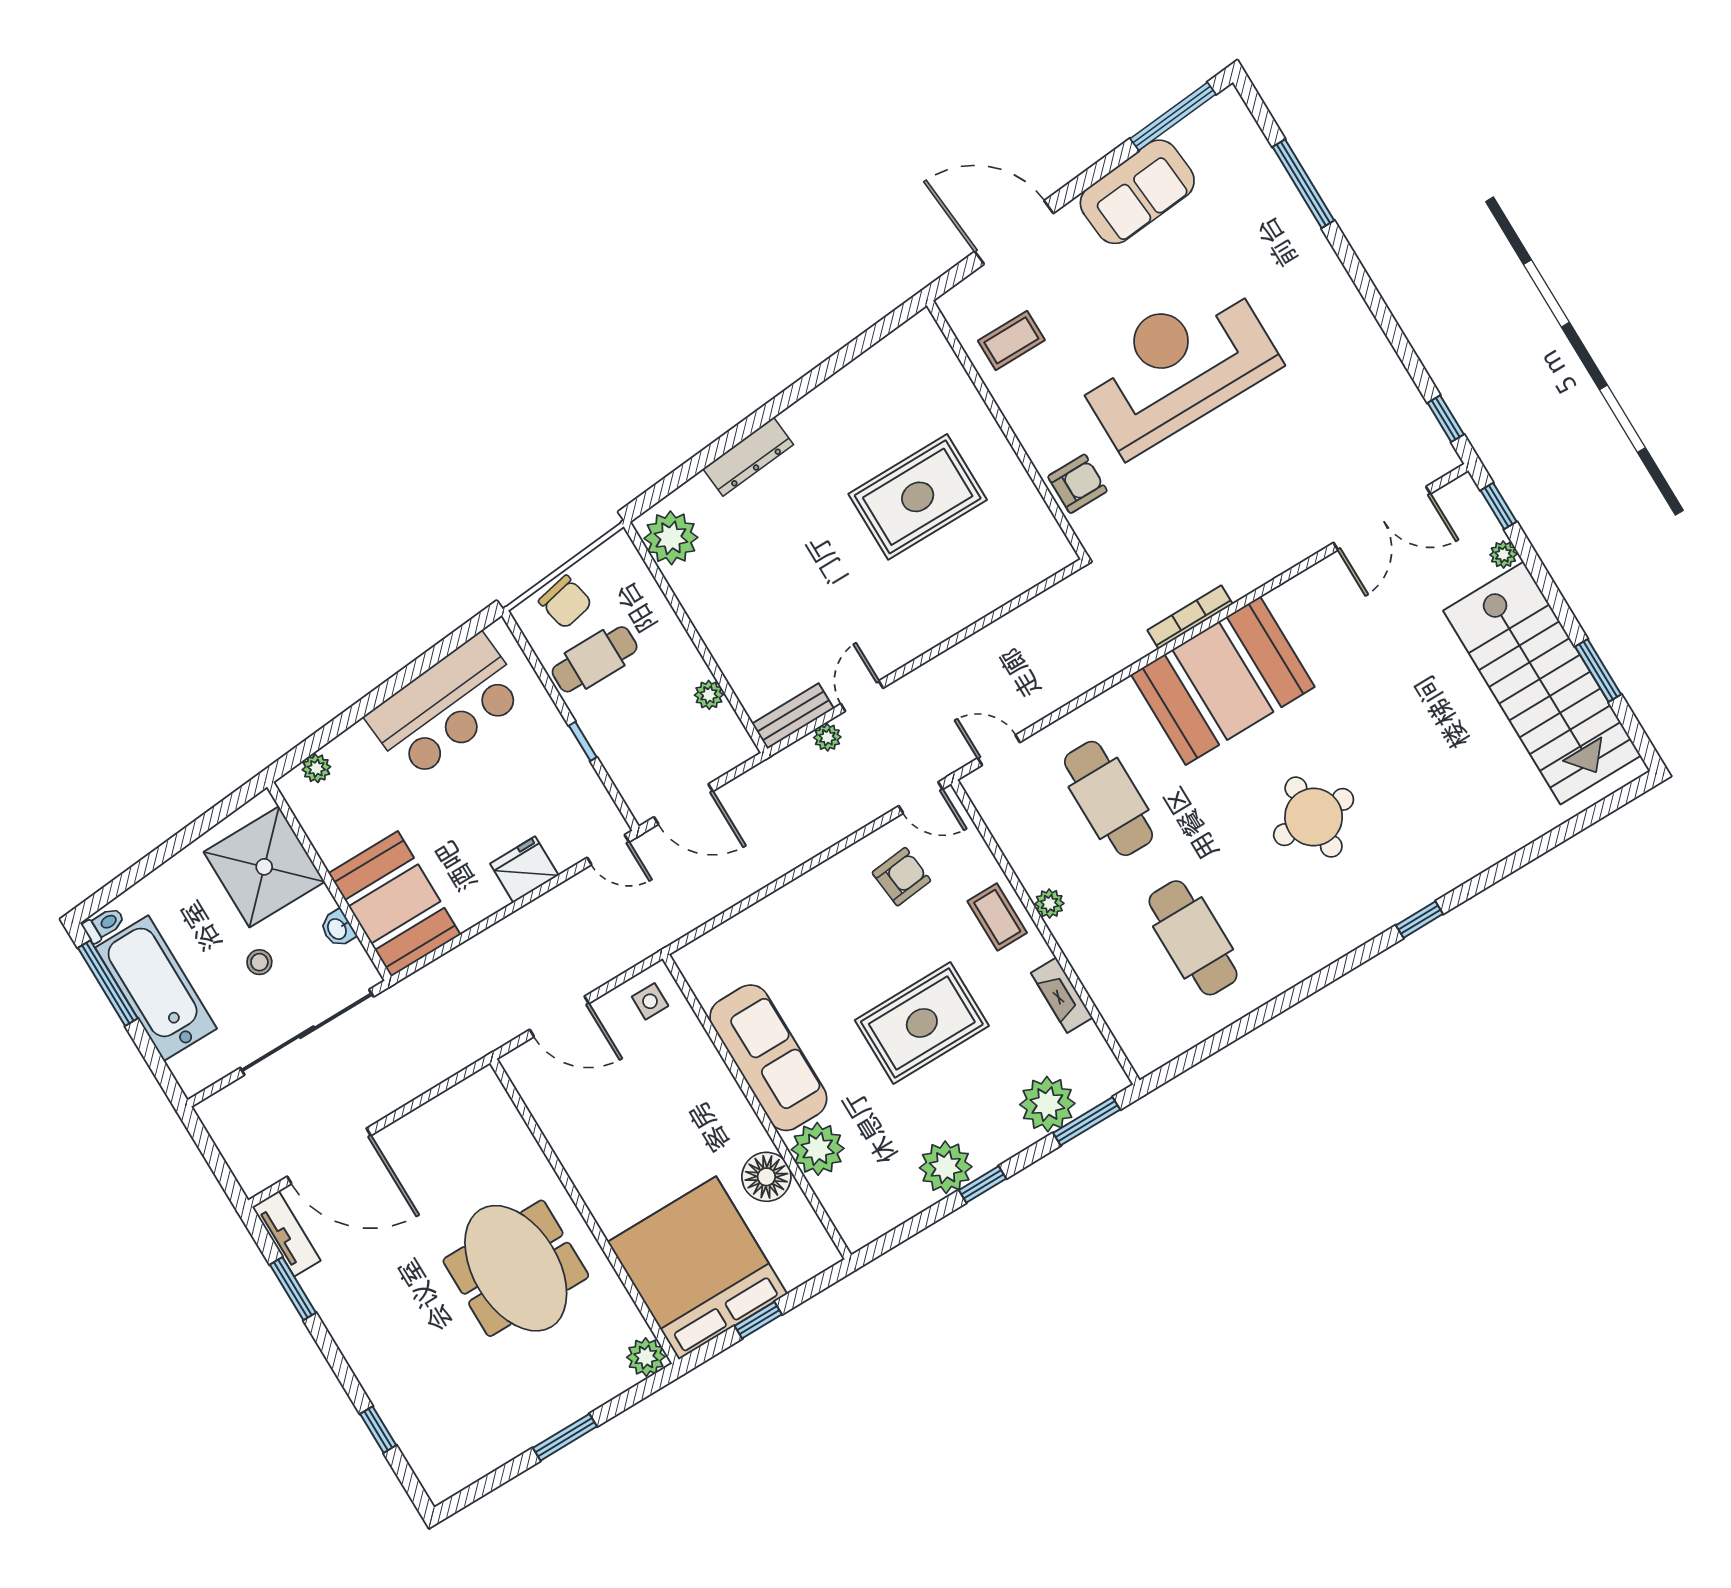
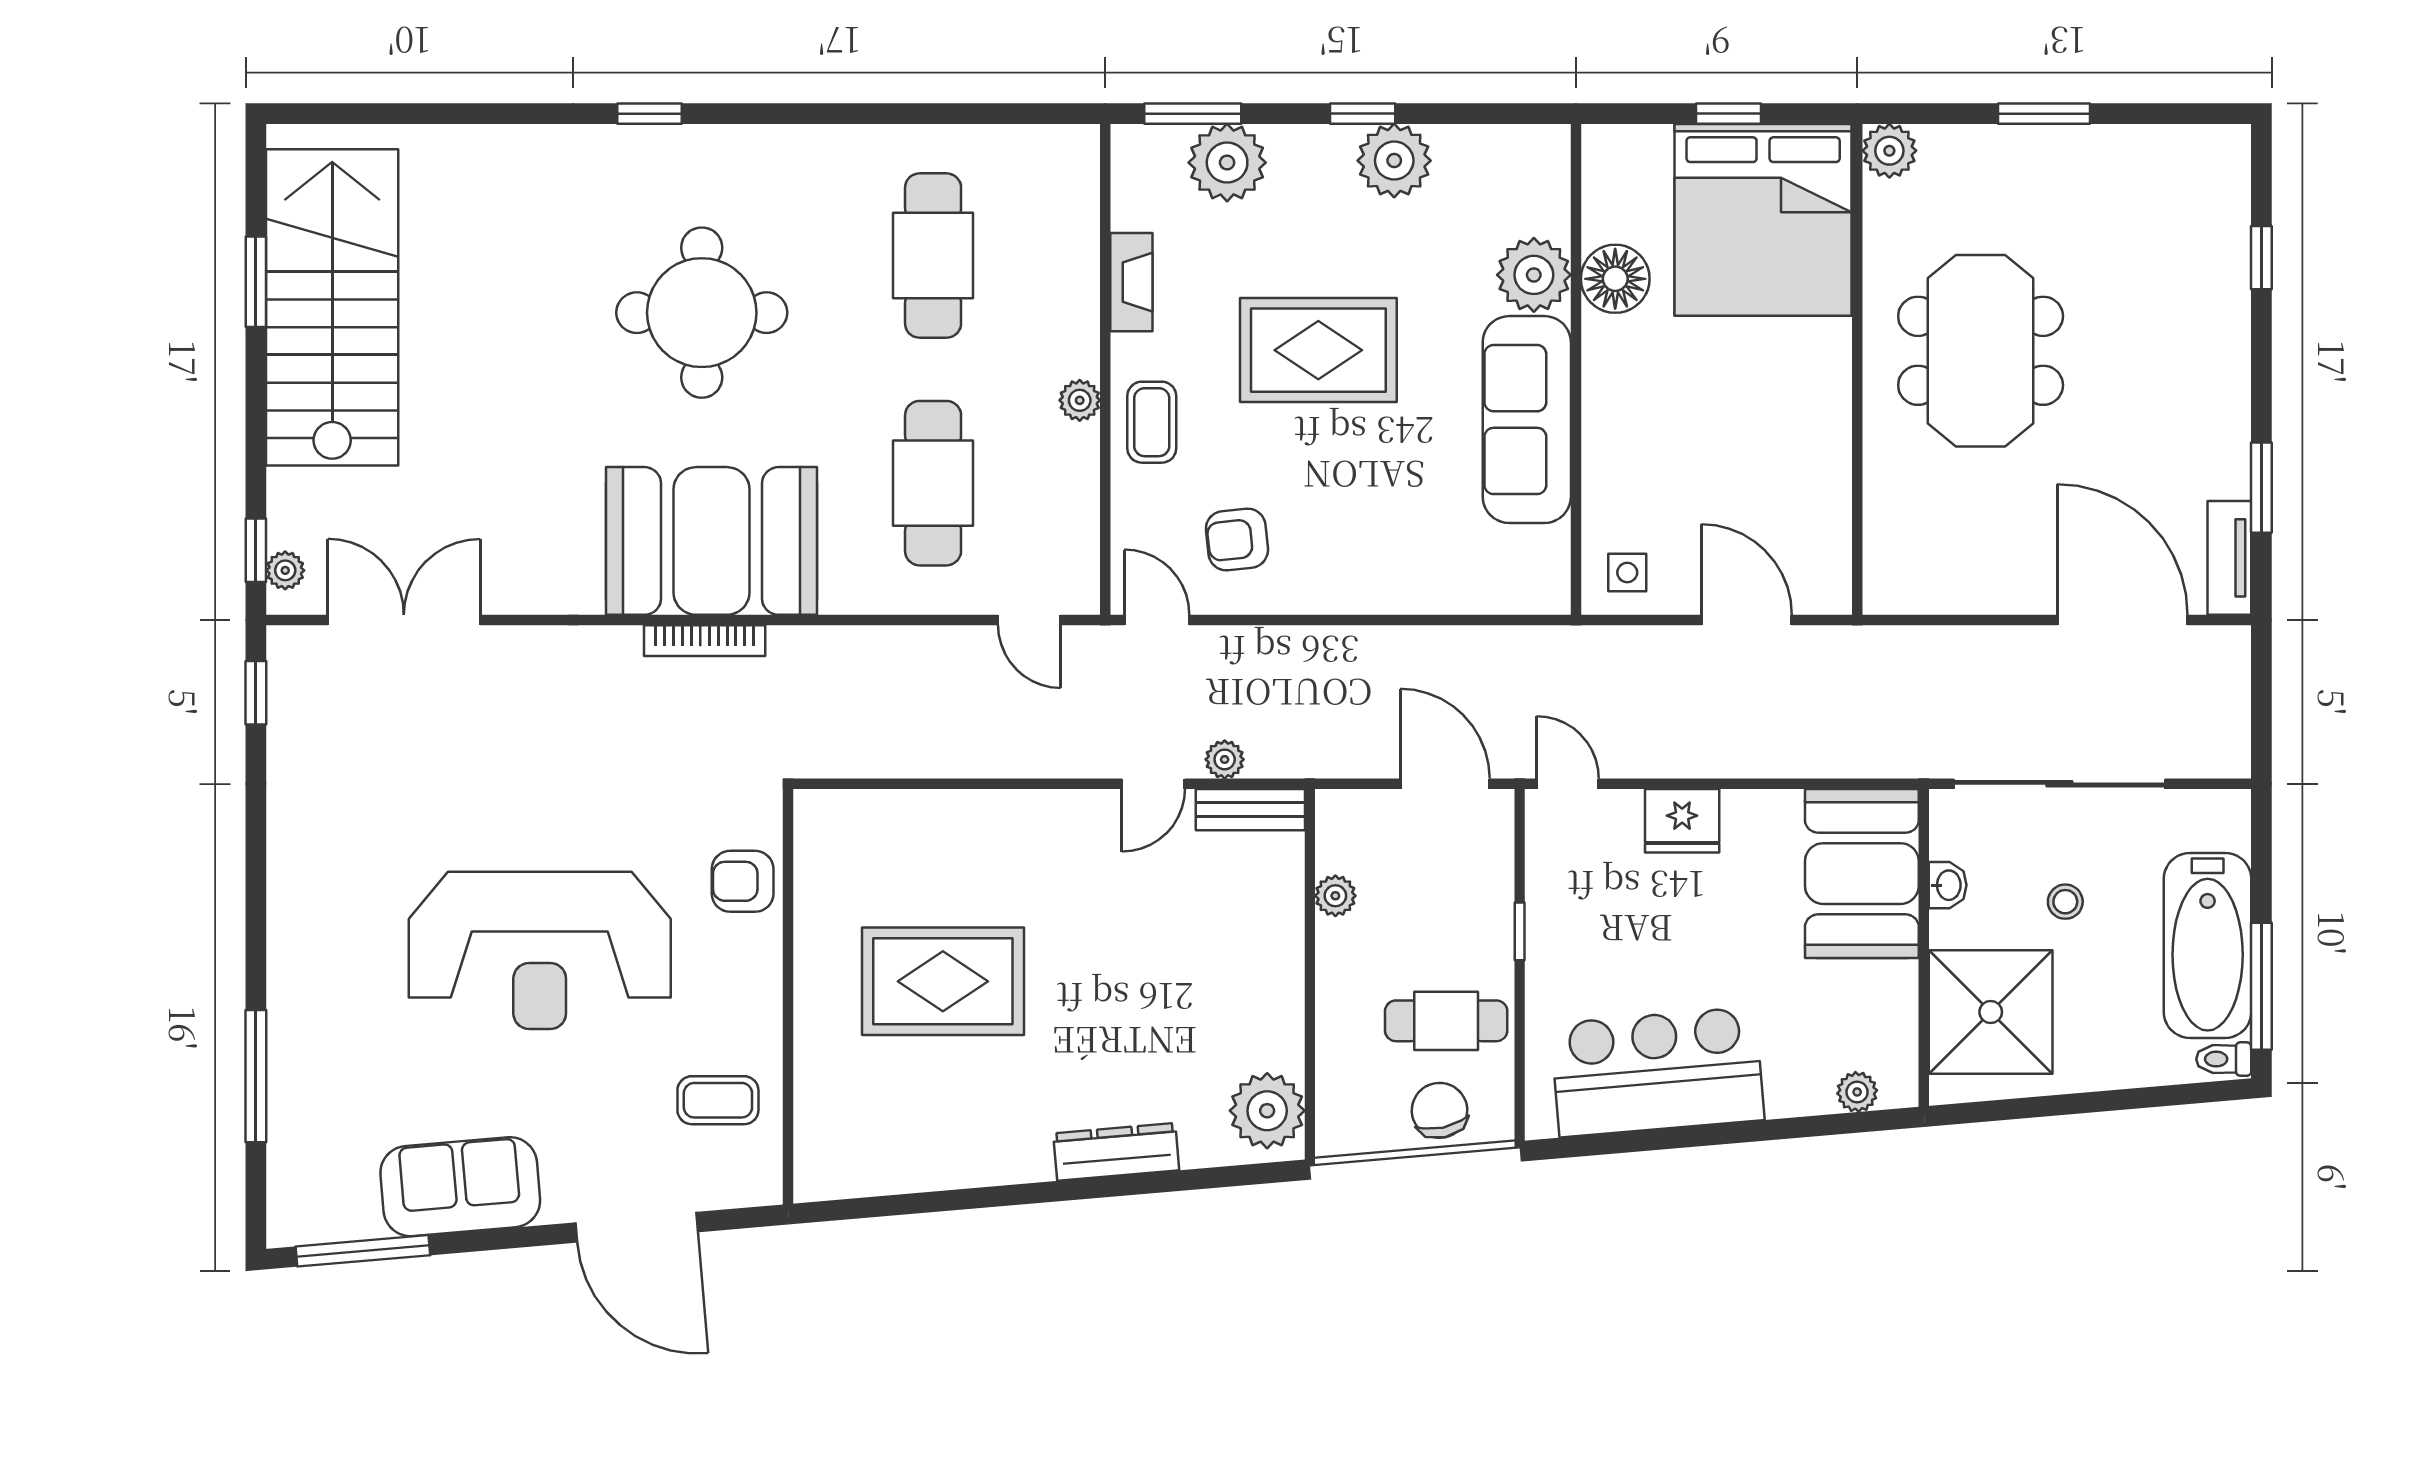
plant: (1503, 555) -> (285, 570), moved
round table: (1314, 817) -> (702, 313), width x1.36, depth x1.36

